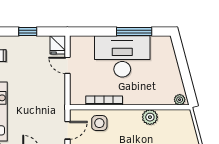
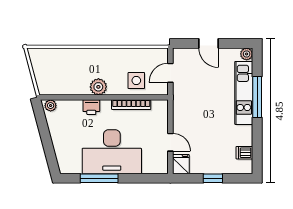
printer: (141, 98) -> (91, 107), added
plant: (150, 117) -> (98, 87), moved

